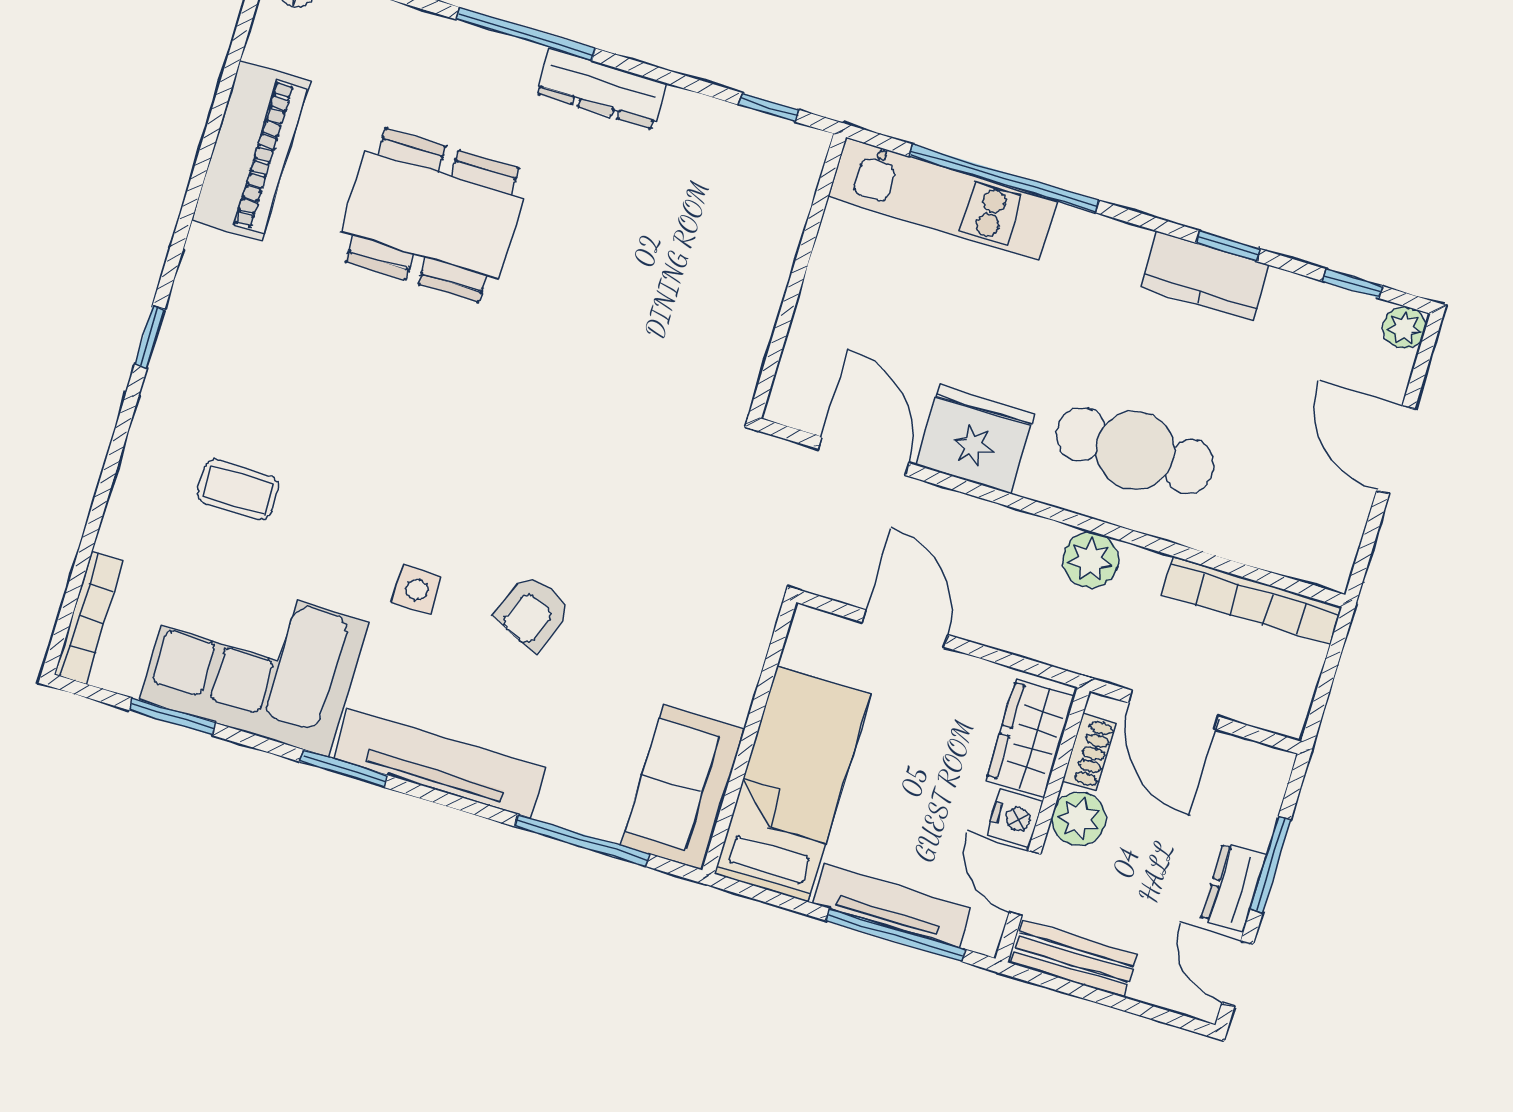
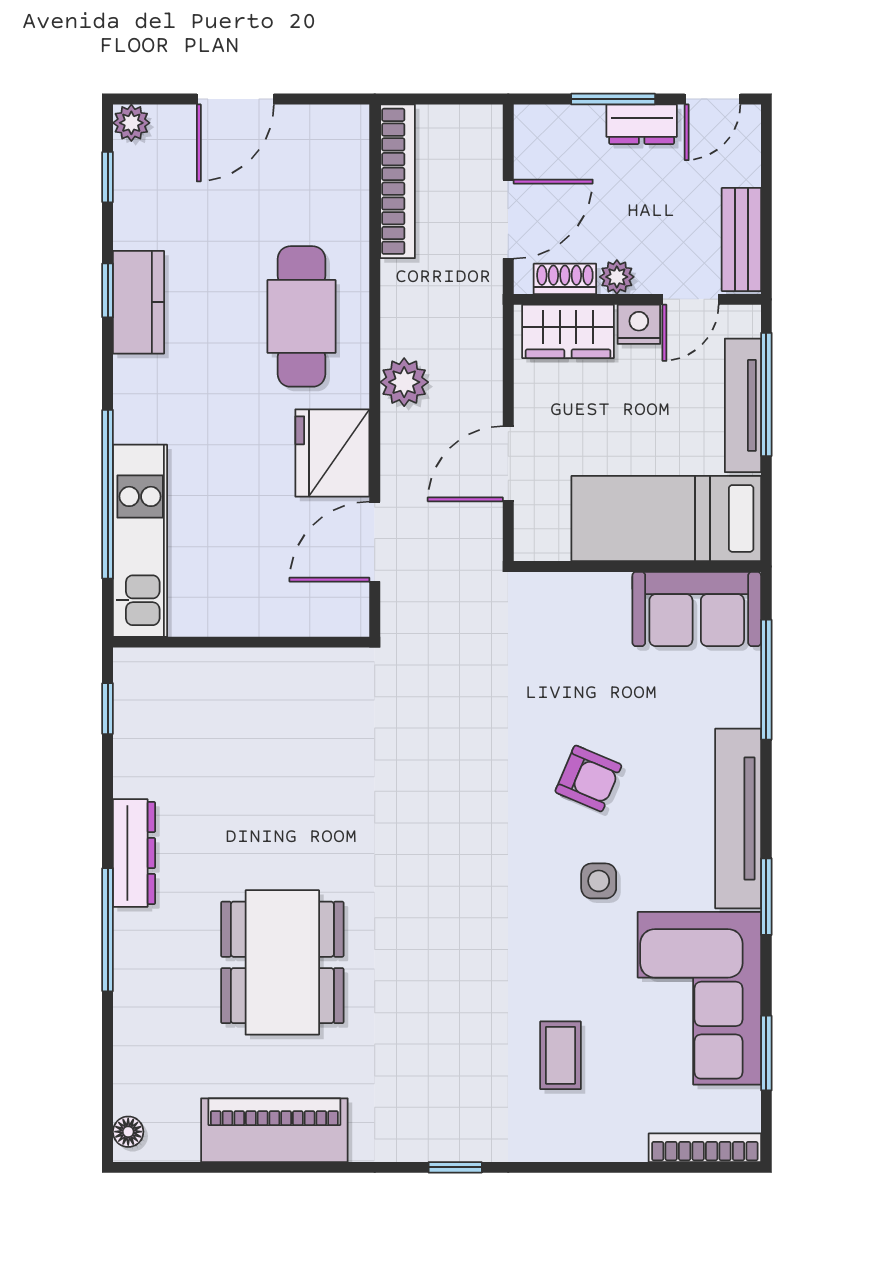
plant: (1091, 560) -> (404, 382), moved
plant: (1079, 819) -> (617, 277), width x0.73, depth x0.73

